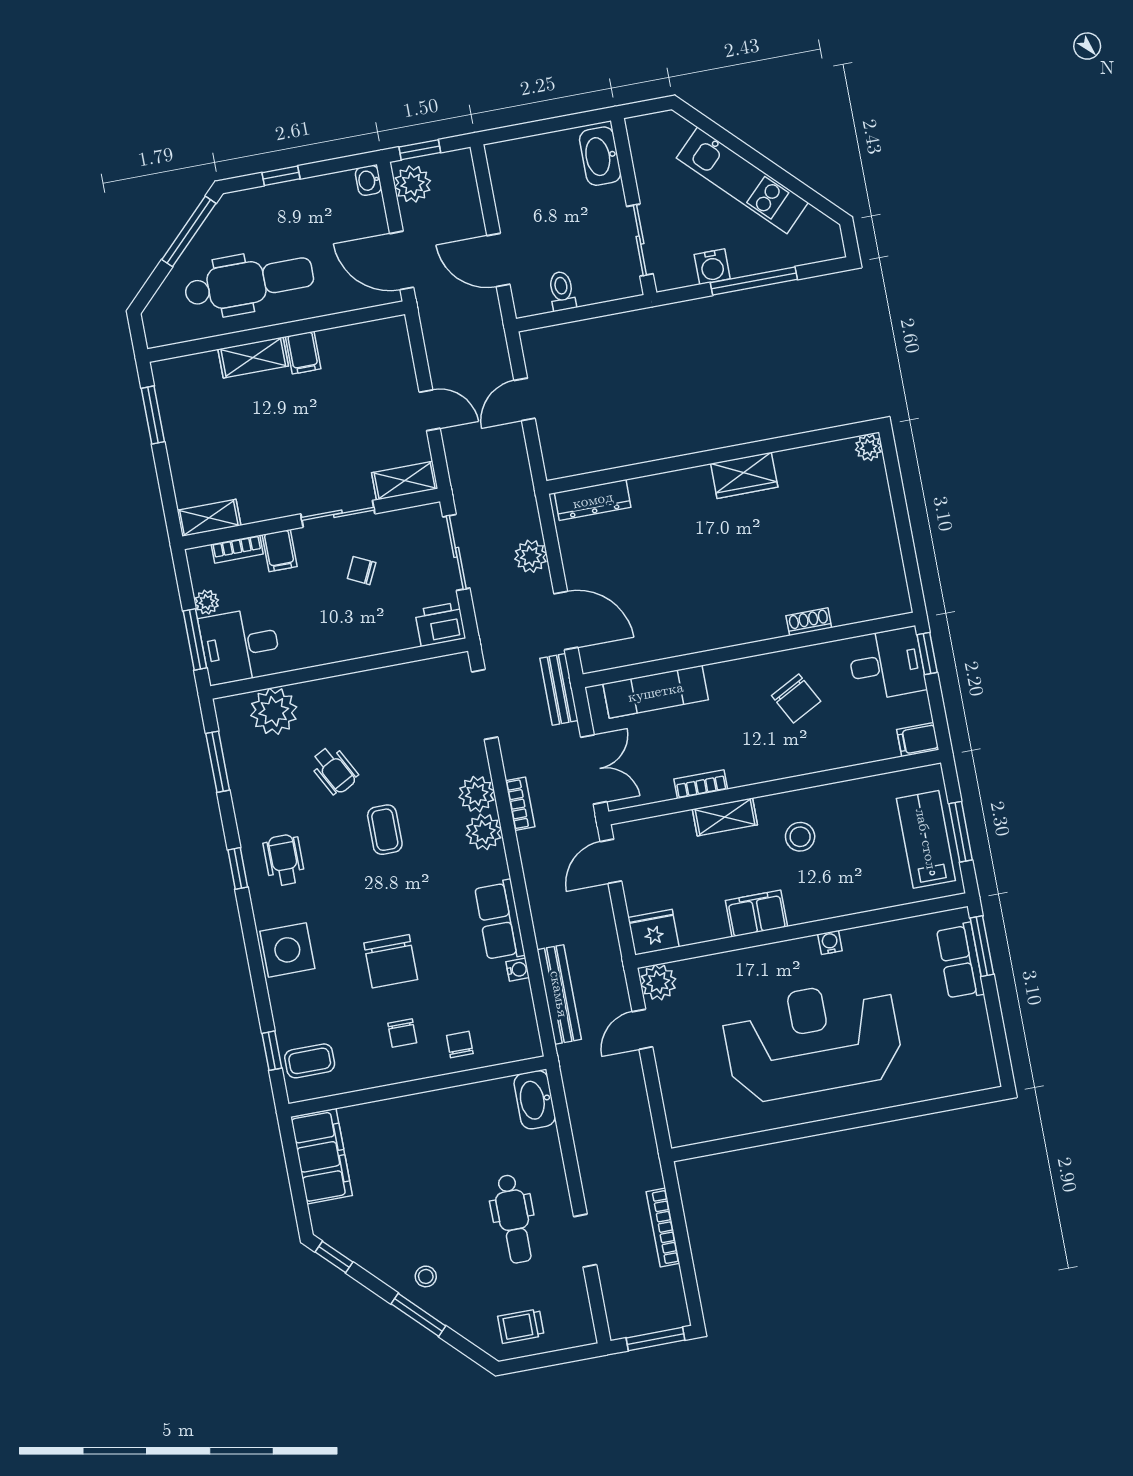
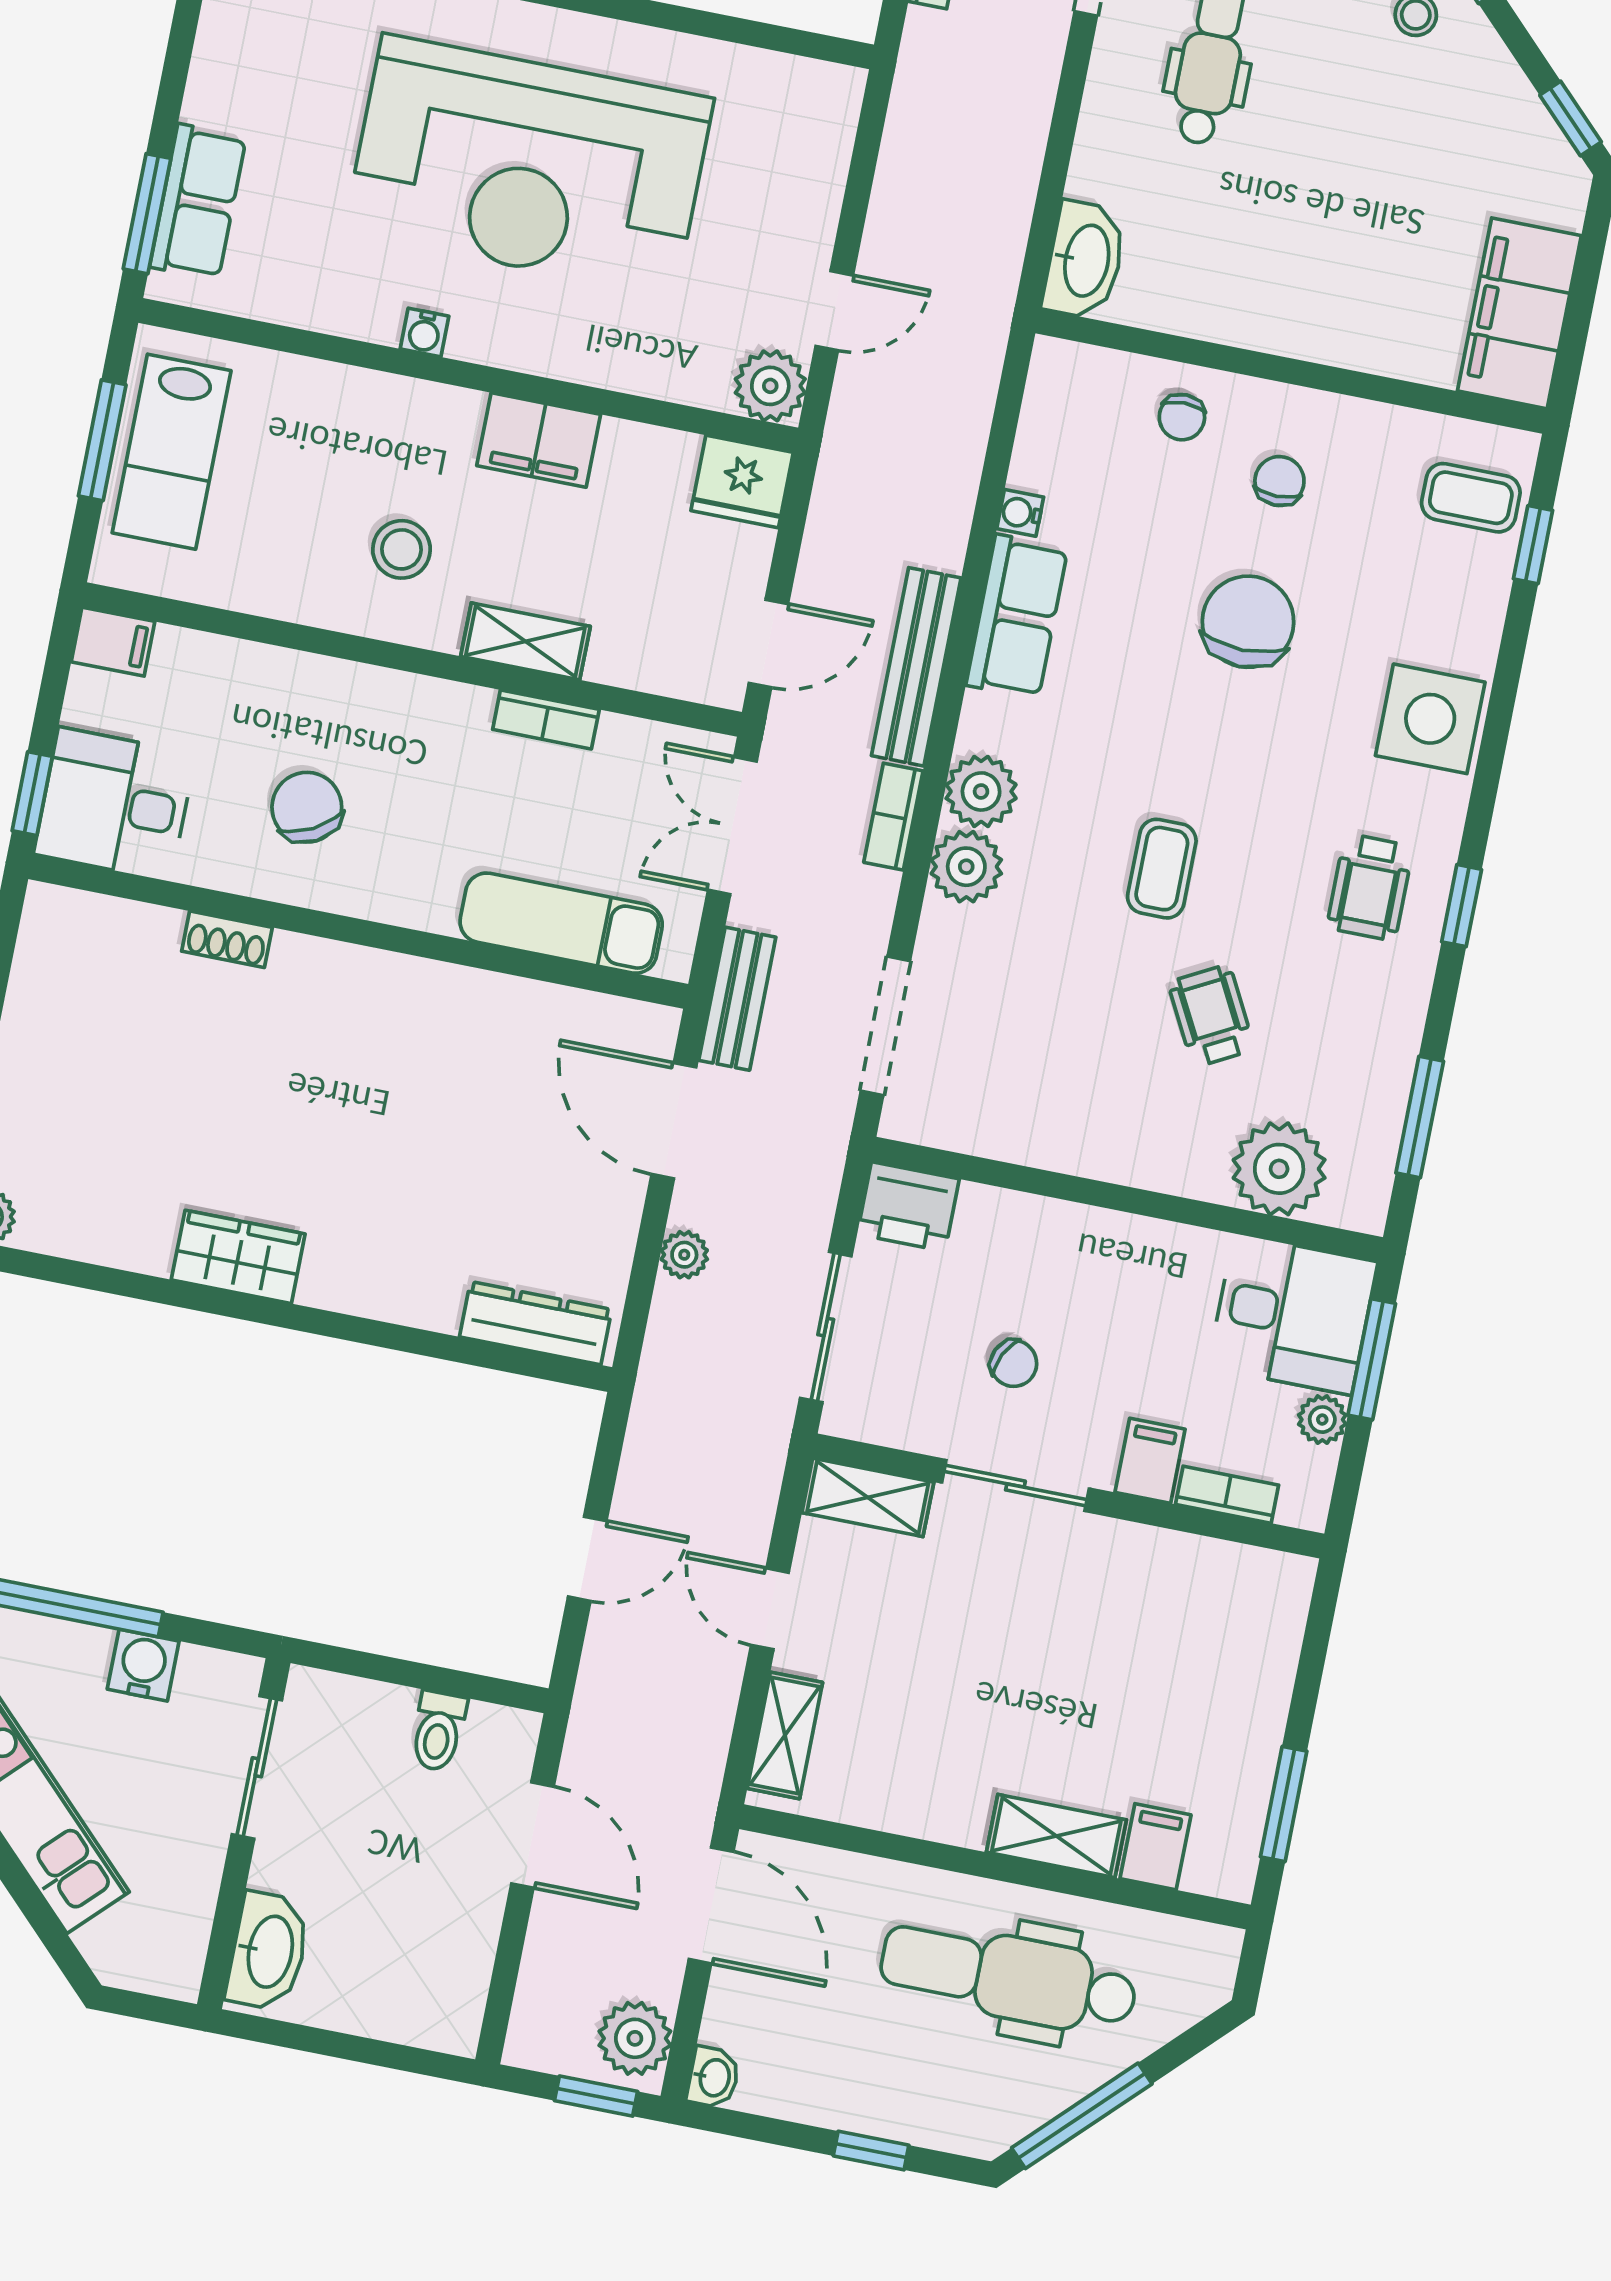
filing cabinet: (303, 353) -> (1155, 1847), moved
shelving: (209, 518) -> (785, 1735), moved, turned 90
plant: (531, 556) -> (684, 1255), width x0.73, depth x0.73
bench: (559, 994) -> (916, 667), moved

